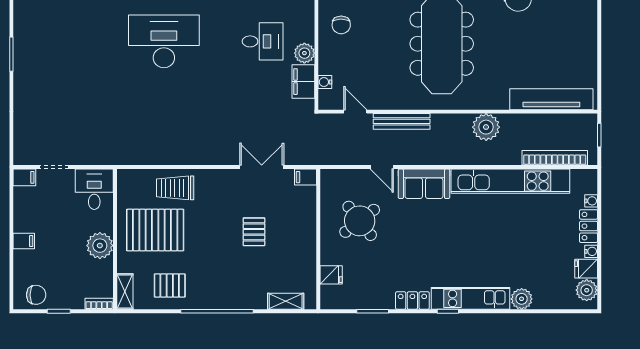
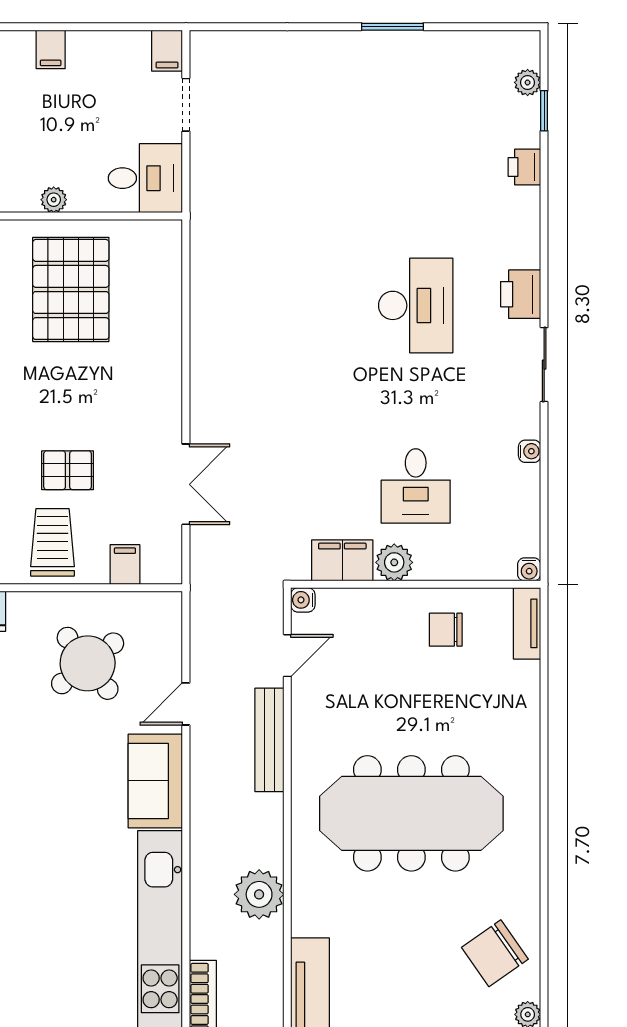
desk: (164, 41) -> (416, 305), width x0.73, depth x0.77
water cooler: (325, 82) -> (303, 600), moved, turned -90
filing cabinet: (306, 177) -> (125, 564), moved
trolley: (175, 188) -> (53, 542), moved
plant: (100, 246) -> (54, 200), width x0.53, depth x0.53

